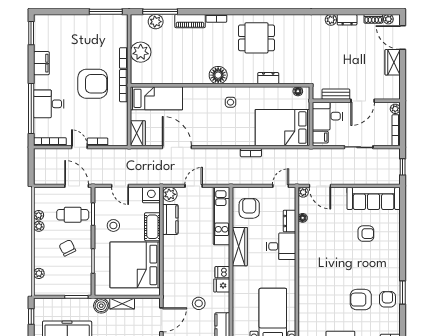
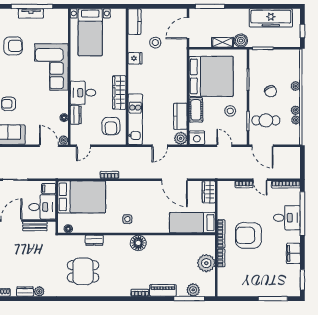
window: (106, 12) -> (273, 299), moved
dining table: (256, 38) -> (83, 271), moved
dishwasher: (222, 272) -> (134, 70), removed
plant: (39, 273) -> (296, 86), moved
corner sofa: (317, 276) -> (51, 67), added

